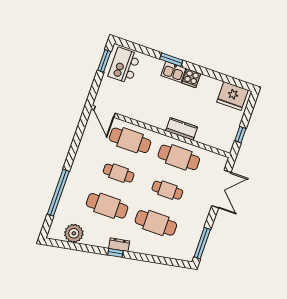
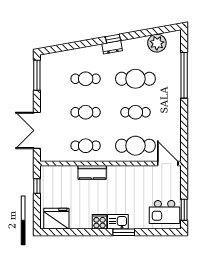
kitchen island: (124, 65) -> (165, 212), turned 90
cafe table: (179, 157) -> (86, 146), width x0.73, depth x0.74
cafe table: (156, 223) -> (86, 79), width x0.73, depth x0.74

